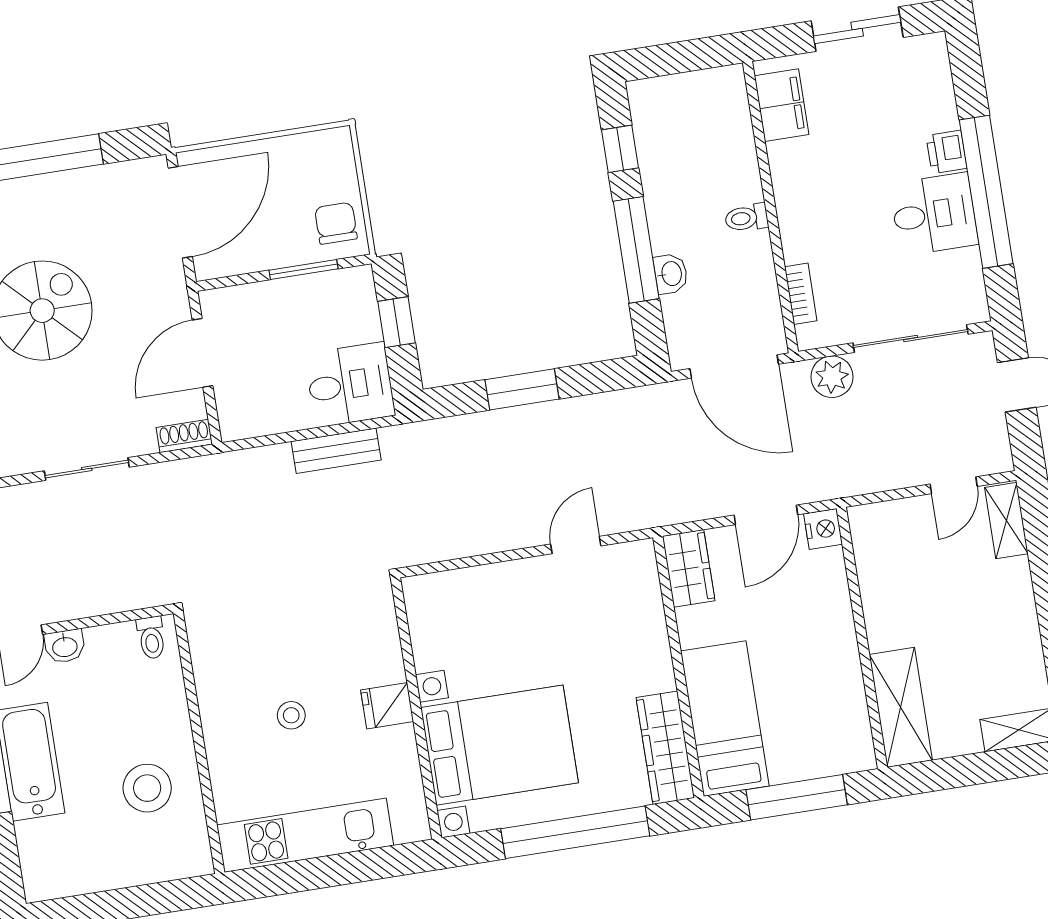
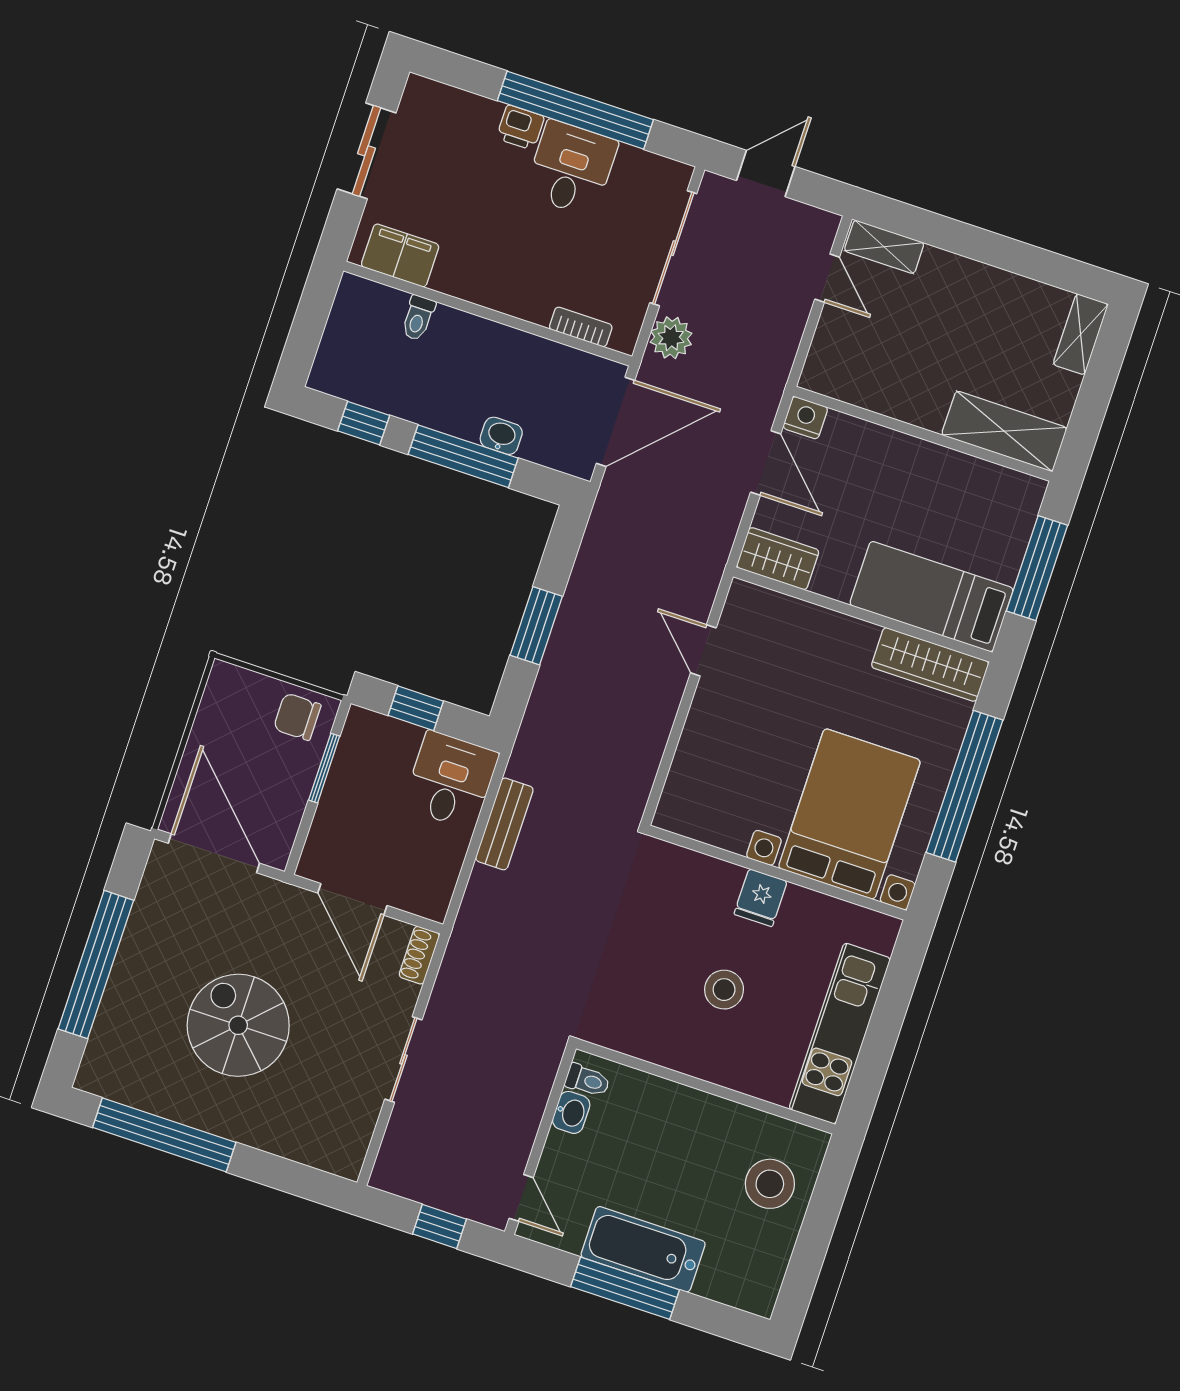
toilet: (747, 218) -> (418, 318), moved
washbasin: (65, 646) -> (571, 1112), moved
stool: (291, 715) -> (724, 990), width x1.37, depth x1.37
stool: (147, 788) -> (770, 1184), moved

